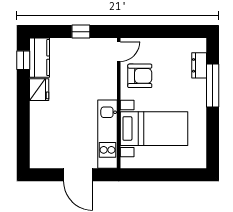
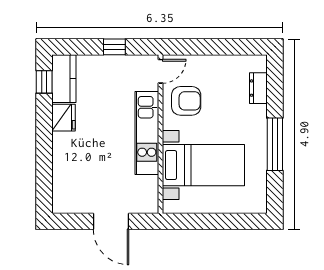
window: (213, 86) -> (275, 144), moved
kitchen unit: (108, 134) -> (147, 133), moved

